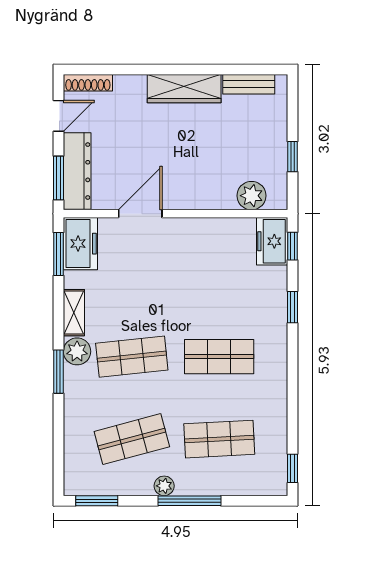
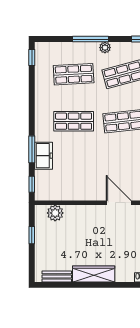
door: (140, 214) -> (119, 203), swing flipped
freezer: (272, 241) -> (43, 156), moved
window: (293, 307) -> (32, 149), width x1.50

